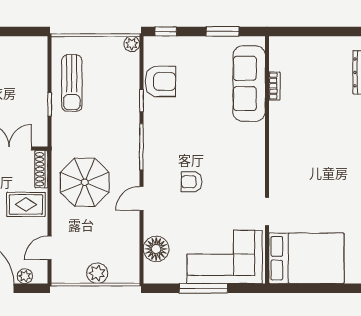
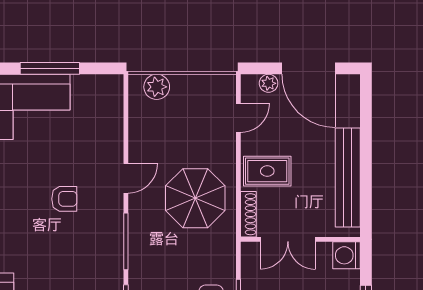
floor lamp: (156, 249) -> (108, 116), removed
plant: (97, 273) -> (157, 87), moved

